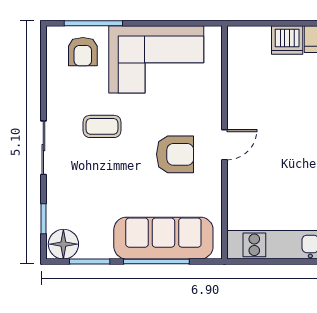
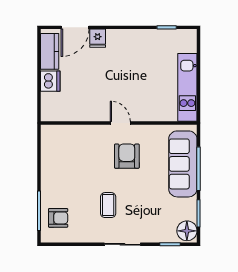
corner sofa: (156, 59) -> (63, 169), removed

